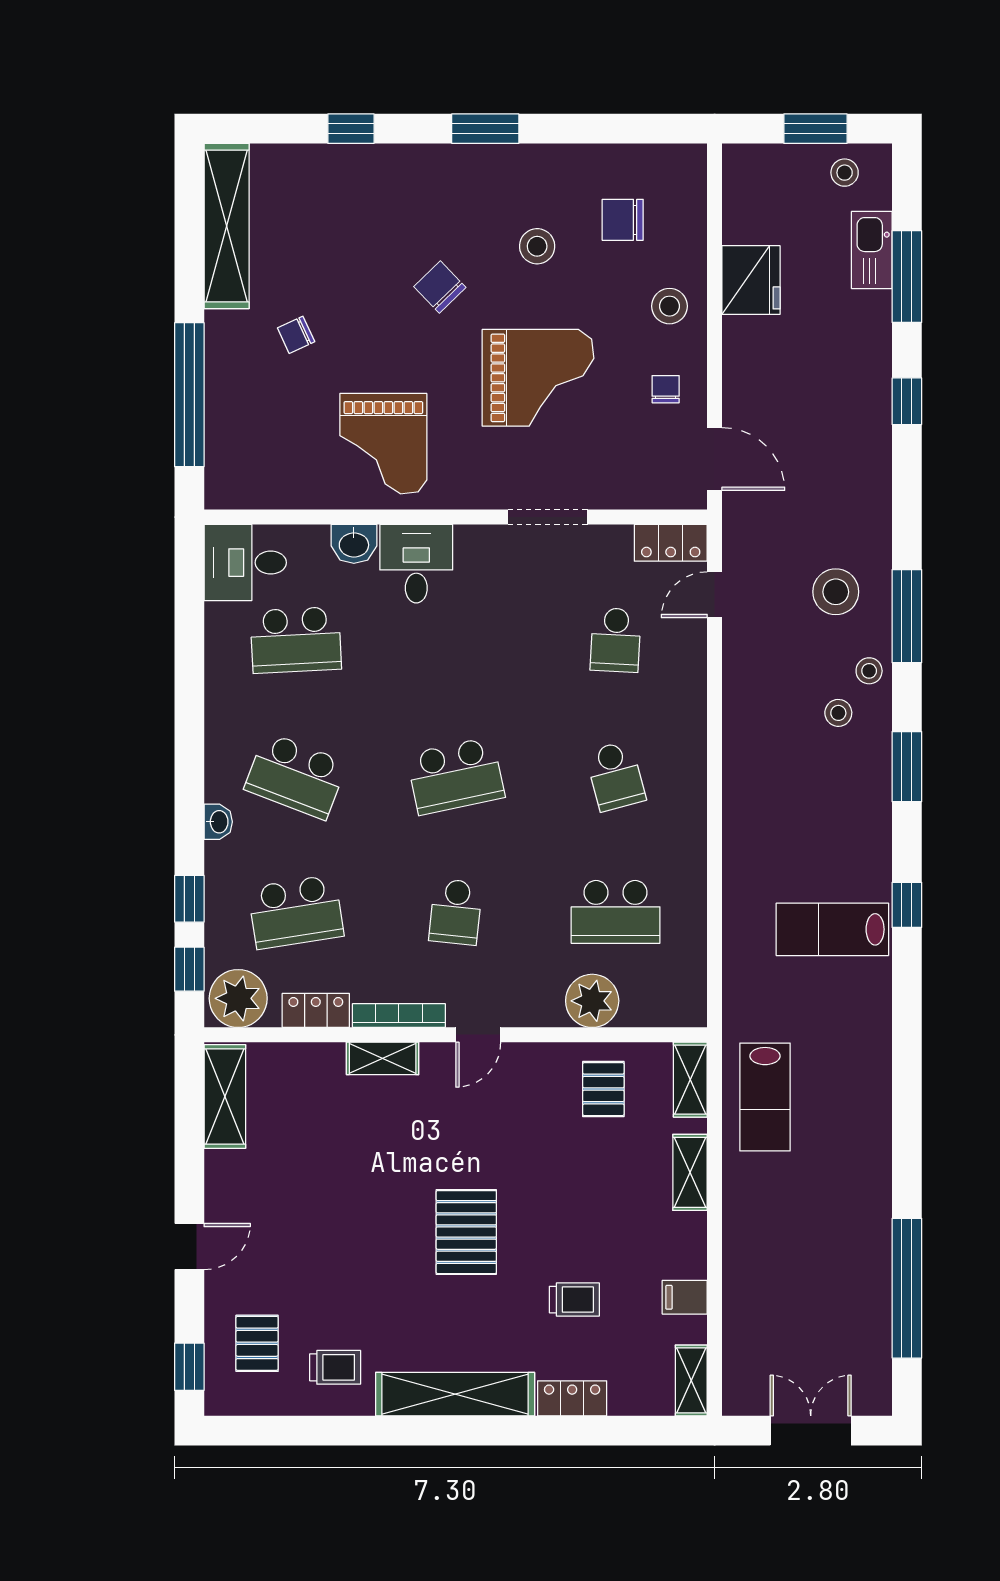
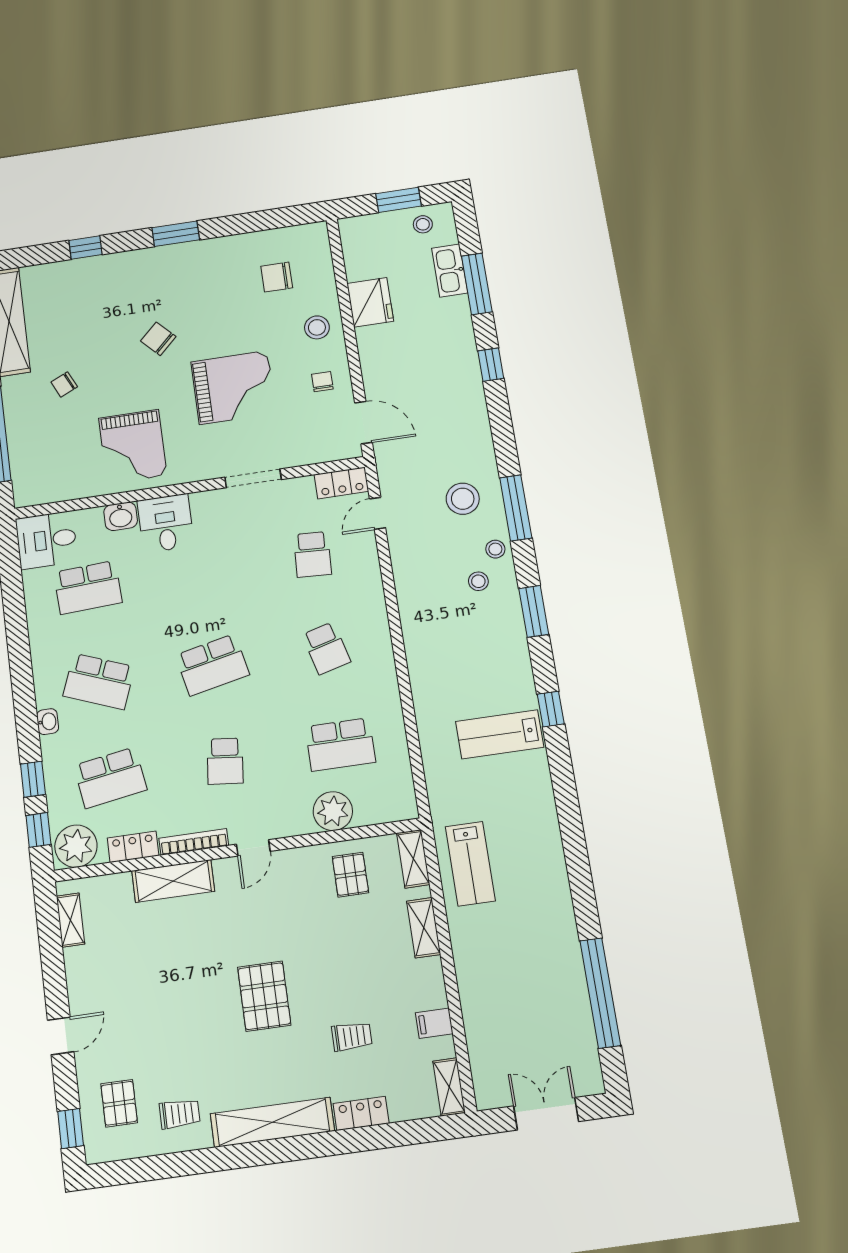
stool: (537, 246) -> (221, 303), removed
shelving: (383, 1058) -> (173, 881), width x1.50, depth x1.33
shelving: (225, 1097) -> (71, 920), width x0.67, depth x0.75

